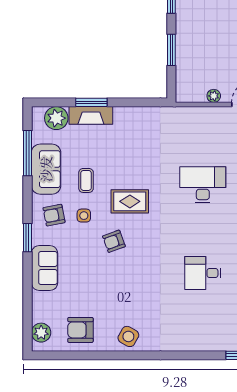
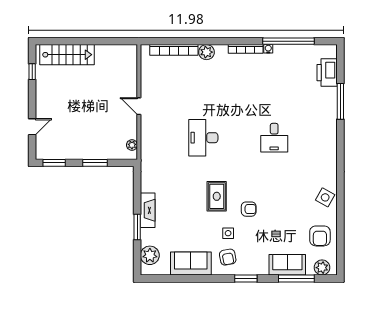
plant: (214, 96) -> (132, 145), moved
fireplace: (91, 115) -> (148, 210), moved
window: (27, 153) -> (296, 278), moved
coffee table: (86, 180) -> (200, 231), removed
armchair: (114, 241) -> (249, 209), turned -70
sofa: (45, 268) -> (287, 265), moved

